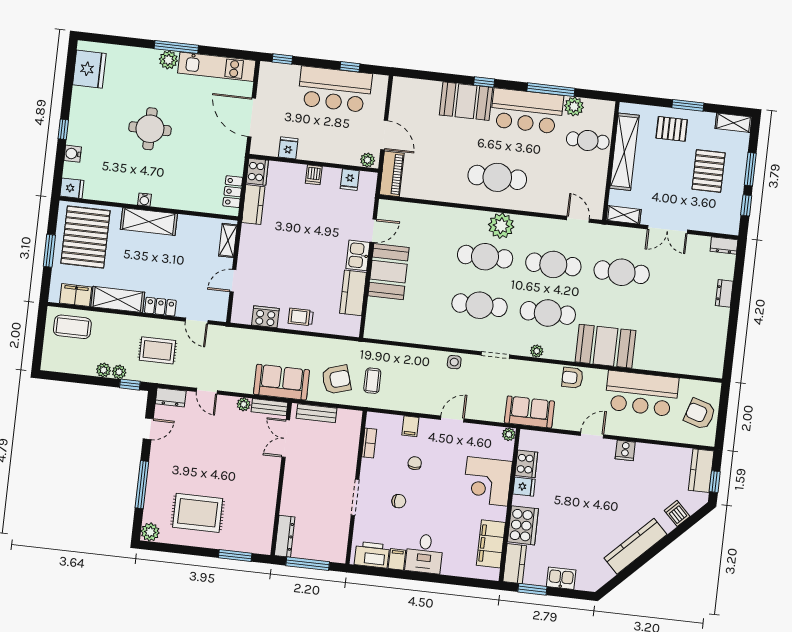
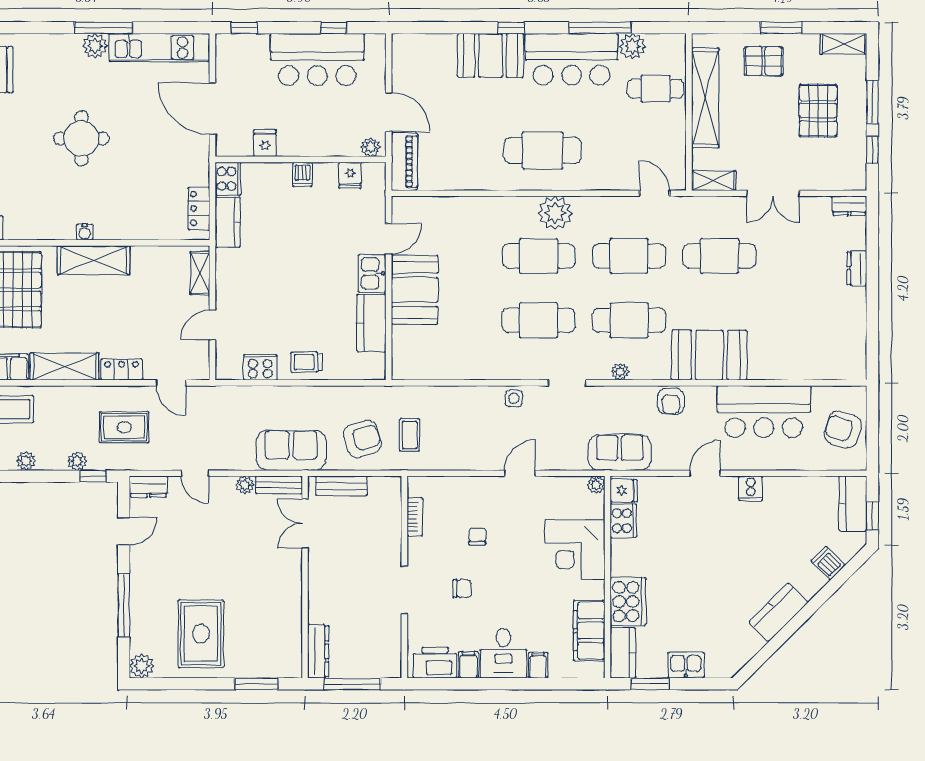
plant: (104, 370) -> (26, 461), moved
armchair: (572, 378) -> (671, 401), turned -90
filing cabinet: (410, 426) -> (538, 665), moved, turned 180
fridge: (524, 487) -> (624, 491), moved
rug: (198, 513) -> (201, 634), turned 90
kitchen counter: (636, 546) -> (779, 612), width x0.67

